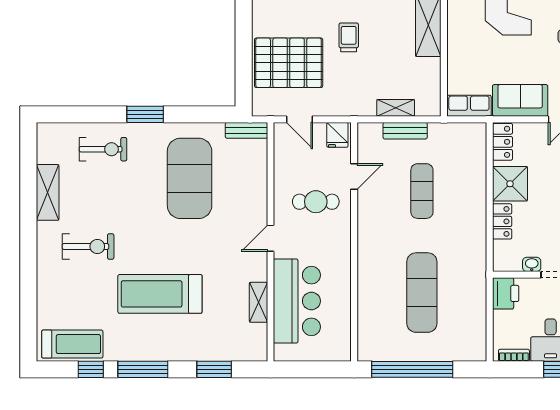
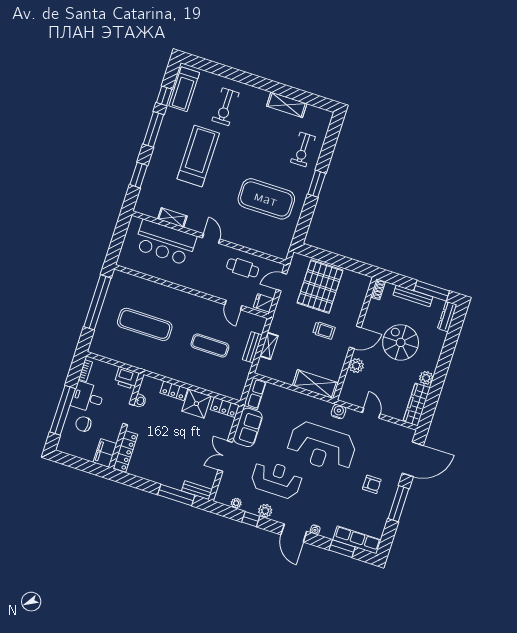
bench: (246, 130) -> (285, 245), removed
cafe table: (316, 202) -> (243, 268), moved, turned 90
exercise bike: (88, 247) -> (225, 107), moved

